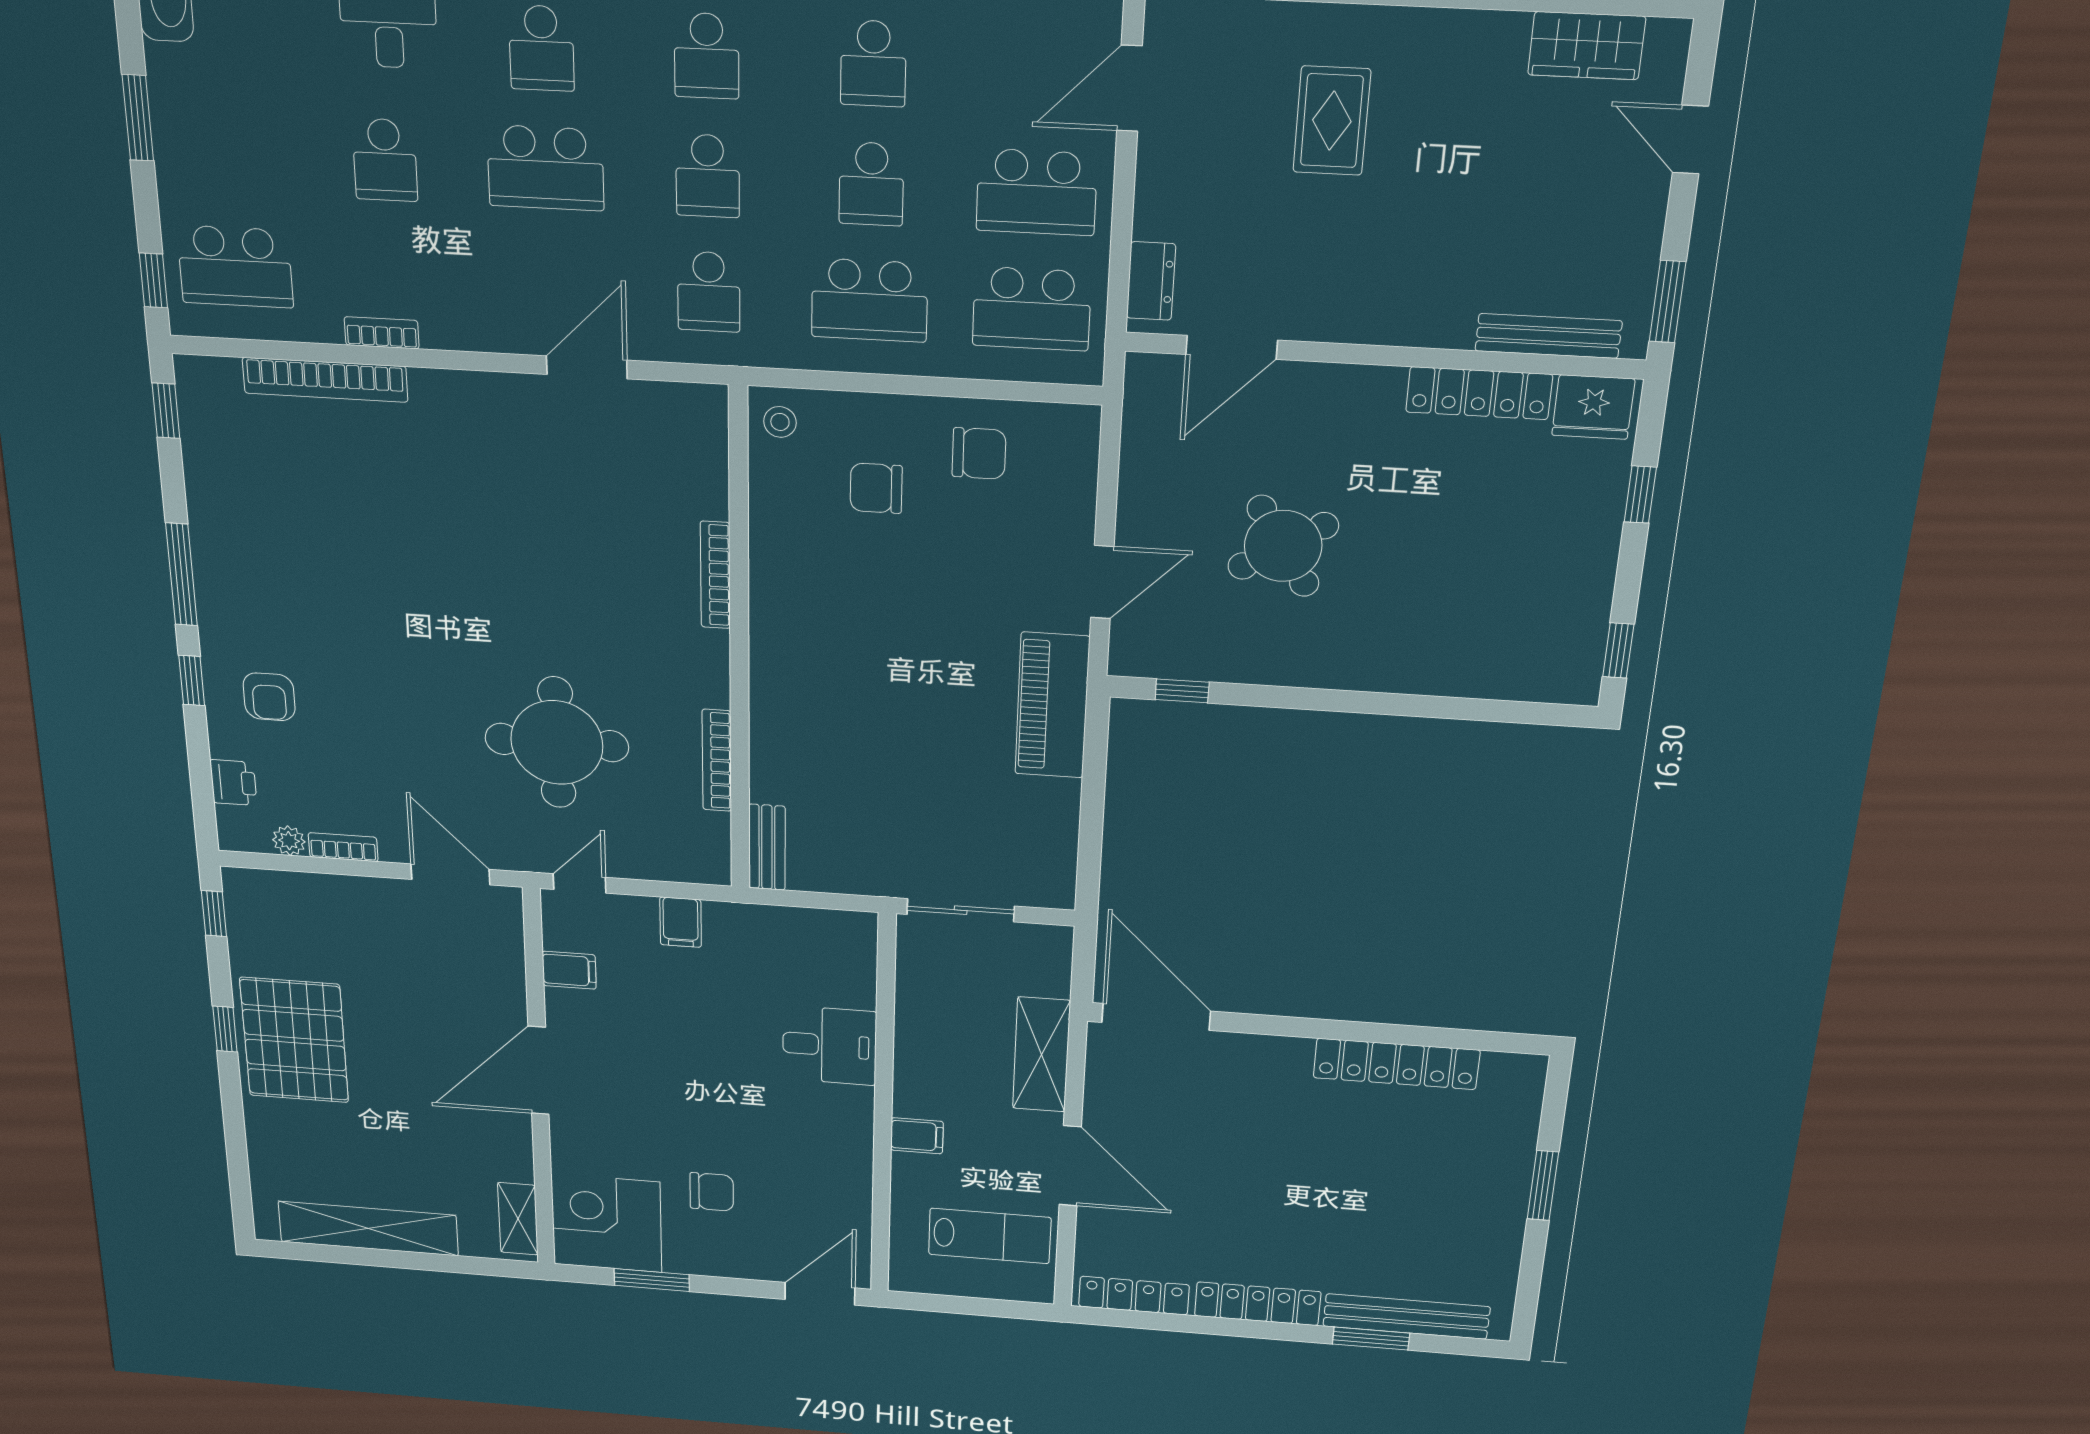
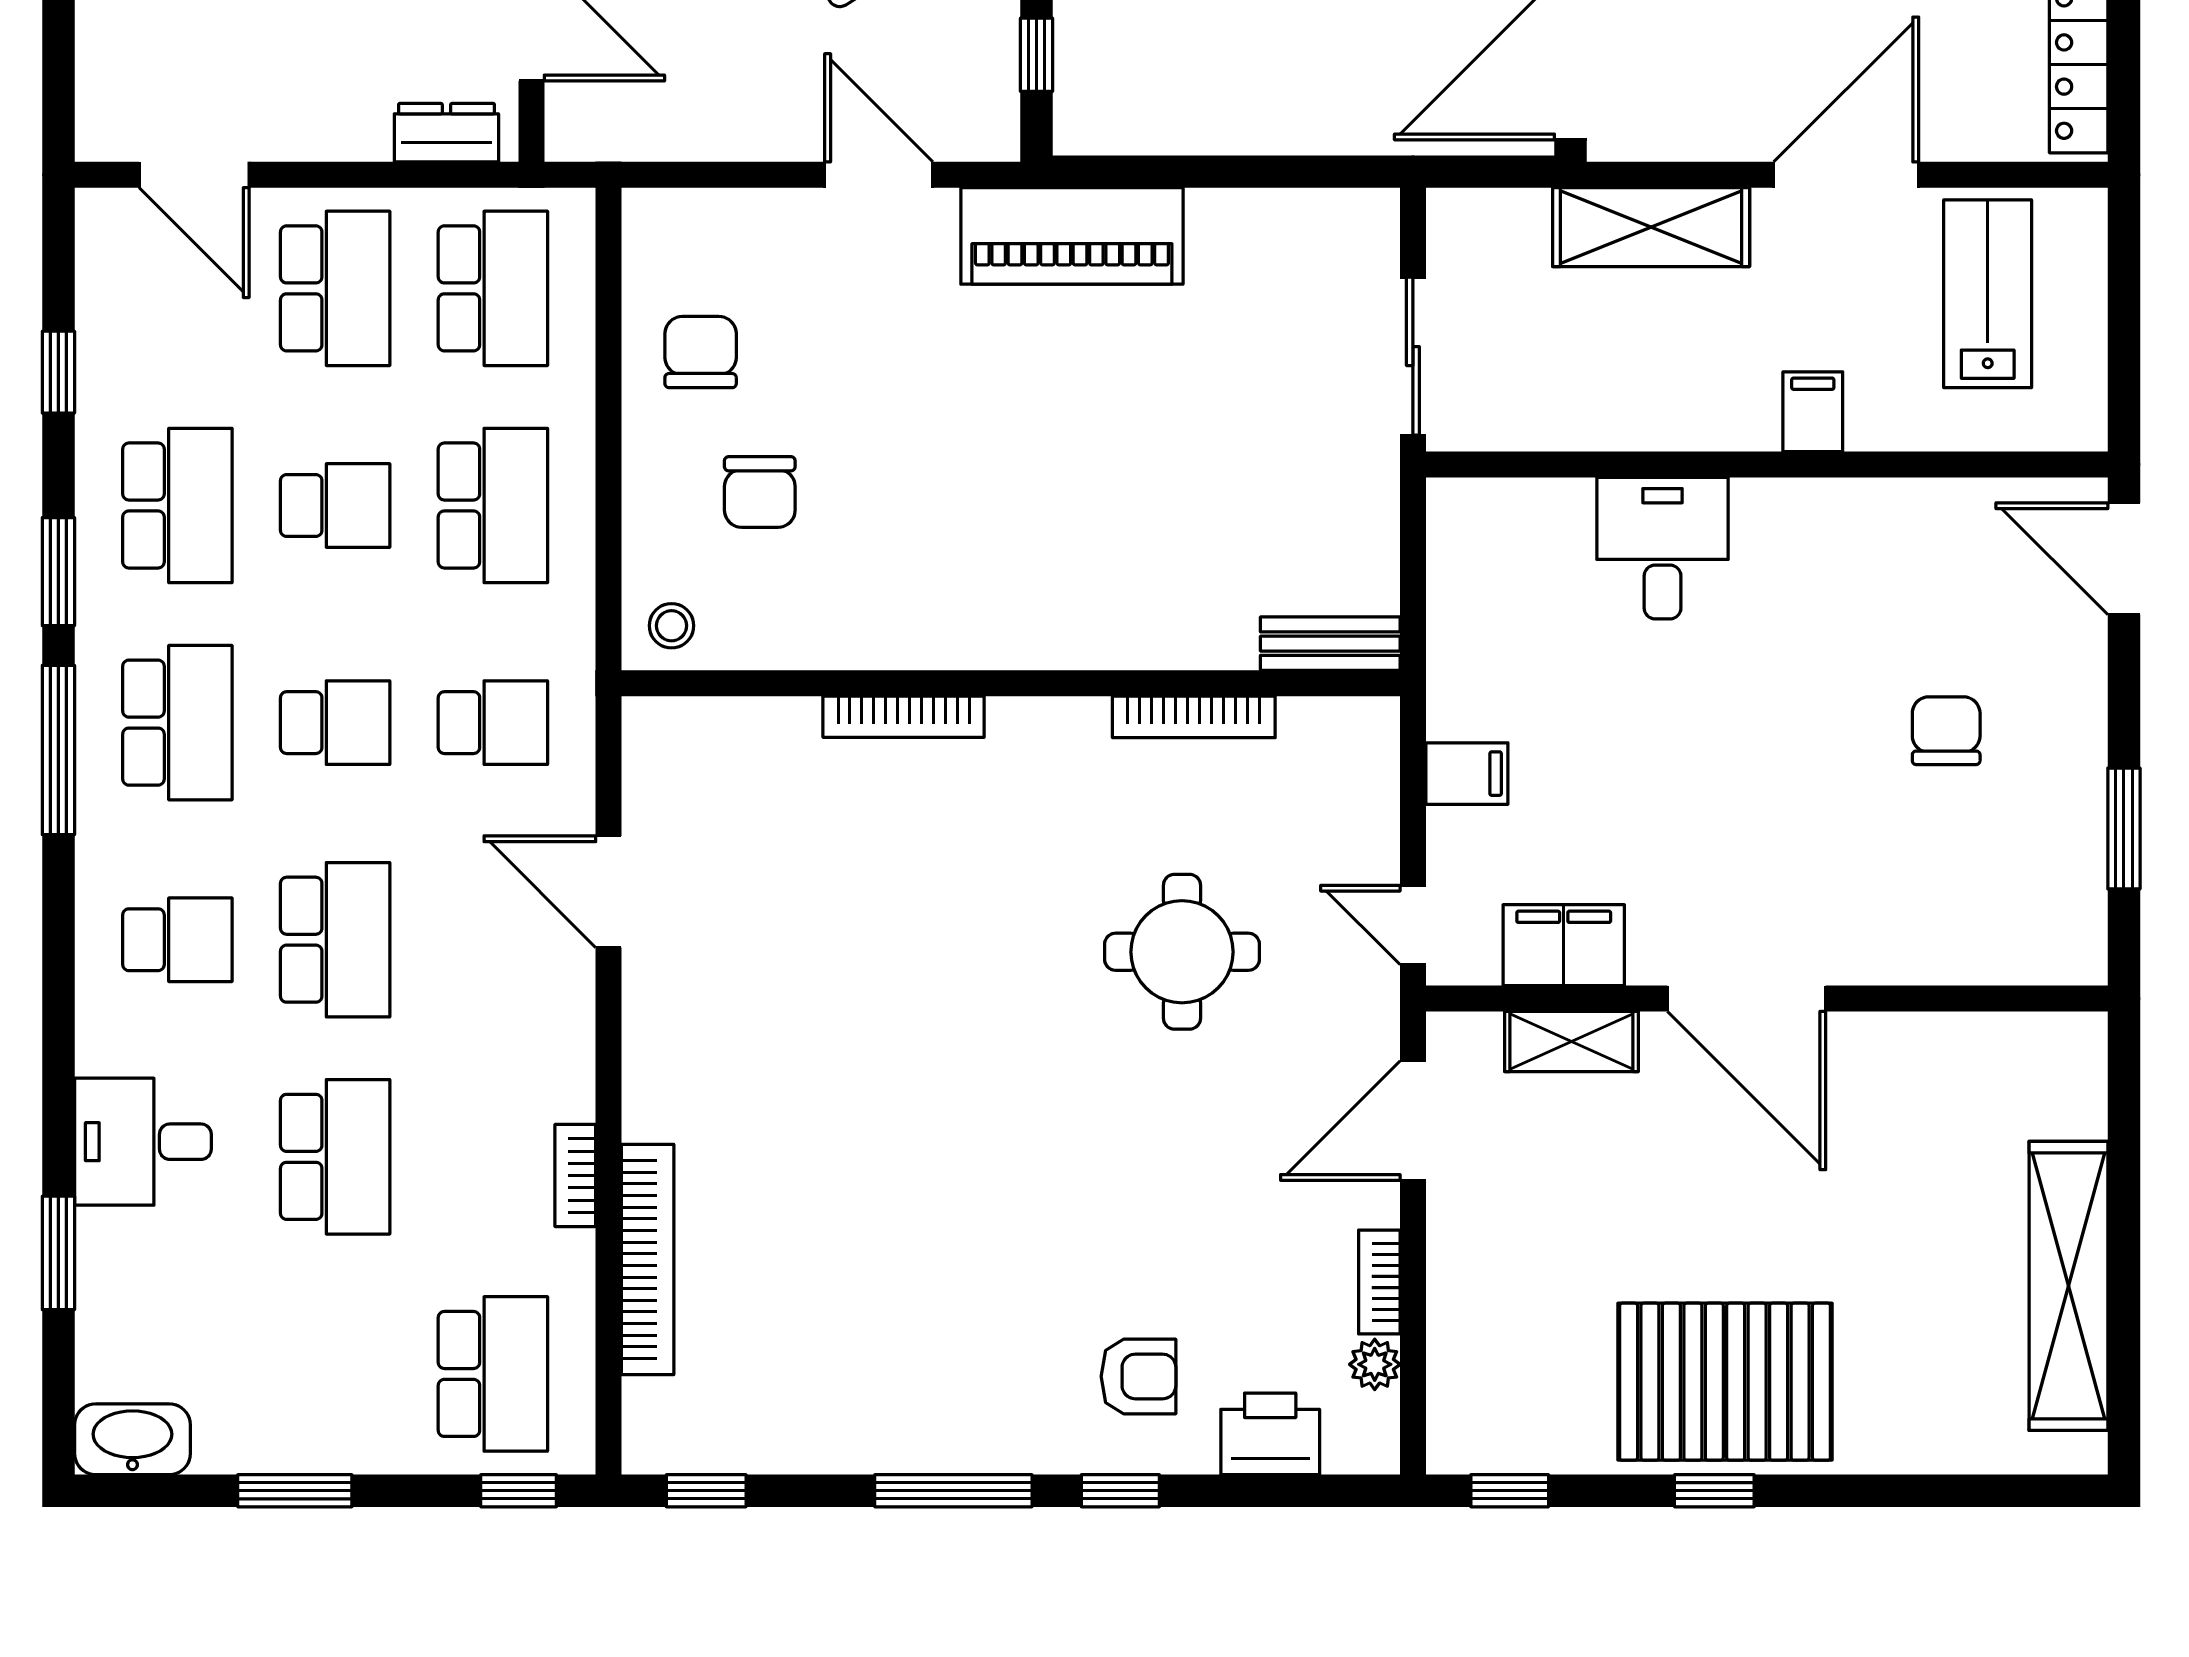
school desk: (707, 56) -> (177, 723), width x1.85
school desk: (873, 63) -> (177, 505), width x1.85
school desk: (385, 160) -> (335, 1157), width x1.85
round table: (557, 743) -> (1182, 952), width x0.73, depth x0.73
printer: (233, 783) -> (1270, 1434), width x1.36, depth x1.24
filing cabinet: (569, 970) -> (1564, 945), width x2.00
shelving: (518, 1219) -> (1571, 1041), moved
corner desk: (607, 1223) -> (2021, 899), removed

